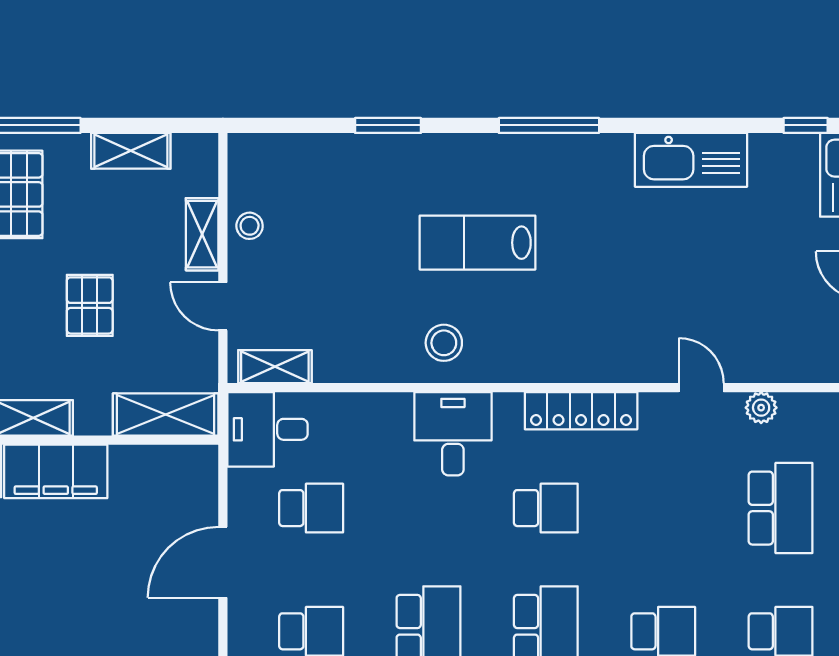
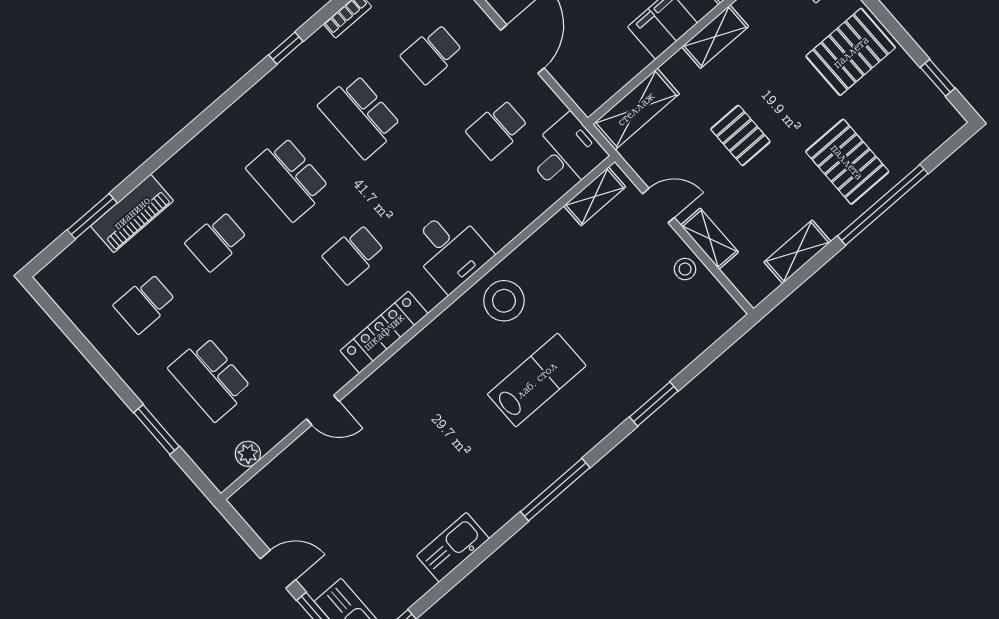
kitchen sink: (691, 160) -> (453, 547), width x0.73, depth x0.81
stool: (444, 343) -> (504, 301), width x1.38, depth x1.38
plant: (761, 408) -> (248, 454), moved

